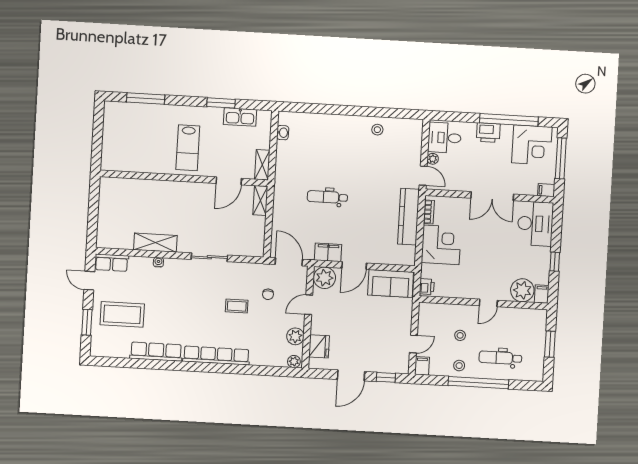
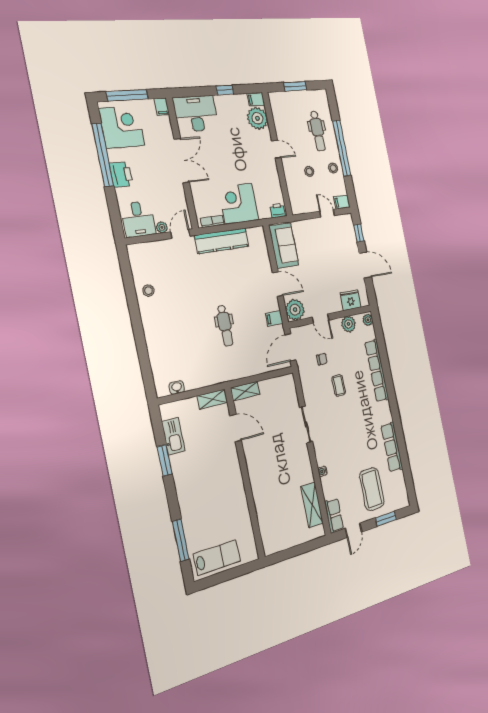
lab bench: (188, 148) -> (217, 558), moved
shelving: (155, 243) -> (312, 505), moved
filing cabinet: (328, 252) -> (274, 318), width x0.50
row of seats: (216, 356) -> (377, 371), moved

